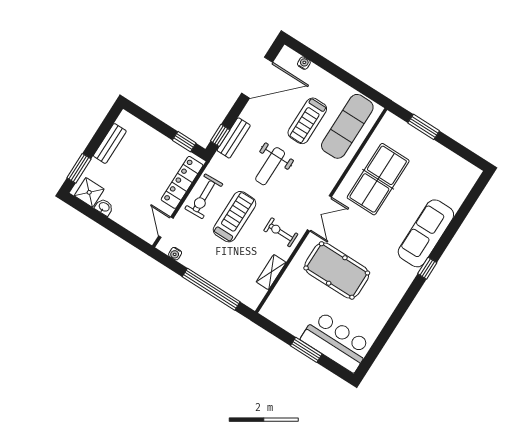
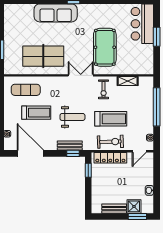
exercise mat: (347, 126) -> (26, 90), width x0.73, depth x0.69
shower: (89, 192) -> (134, 206), moved
treadmill: (235, 217) -> (111, 119), turned 180

